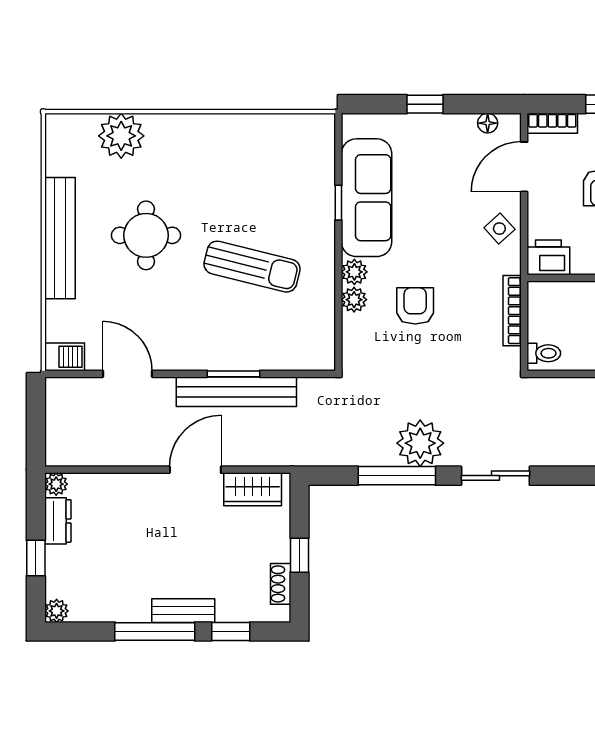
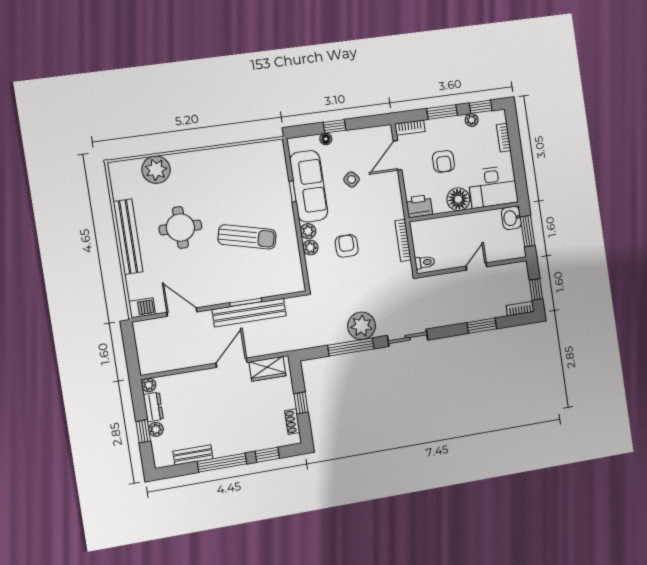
floor lamp: (488, 123) -> (326, 139), moved
side table: (499, 229) -> (352, 179), moved
plant: (57, 611) -> (156, 429), moved
bench: (183, 611) -> (193, 455), moved

